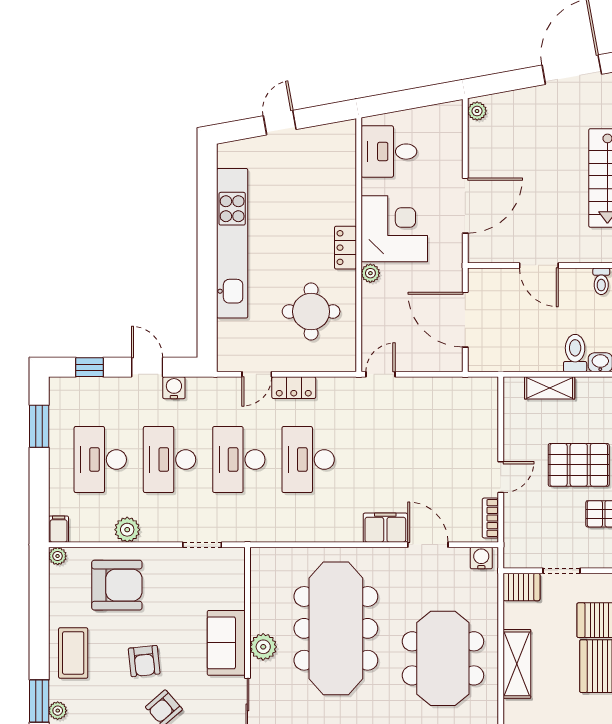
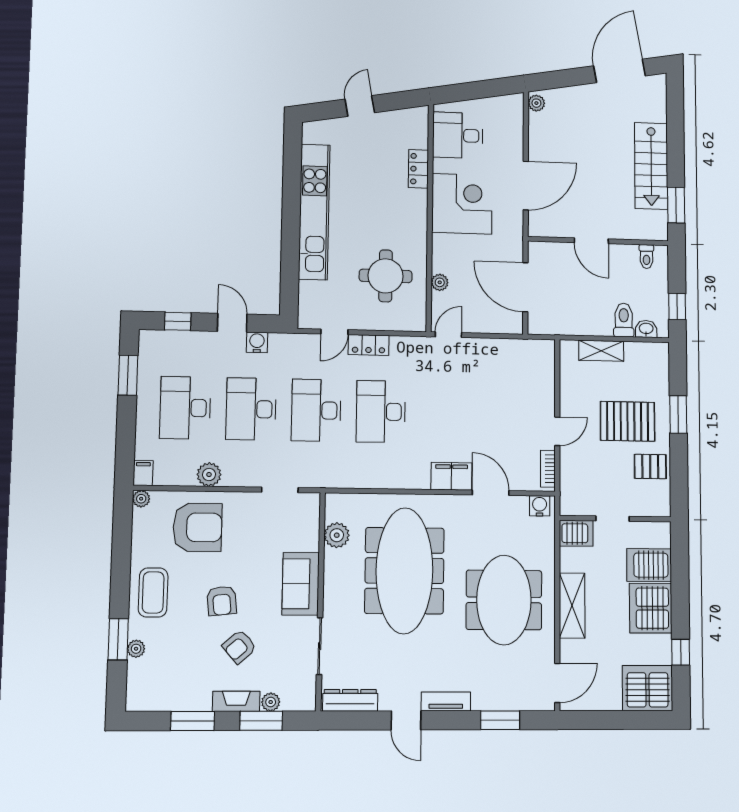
locker: (345, 248) -> (418, 169), moved
plant: (370, 273) -> (440, 282), moved
plant: (263, 647) -> (337, 535), moved

